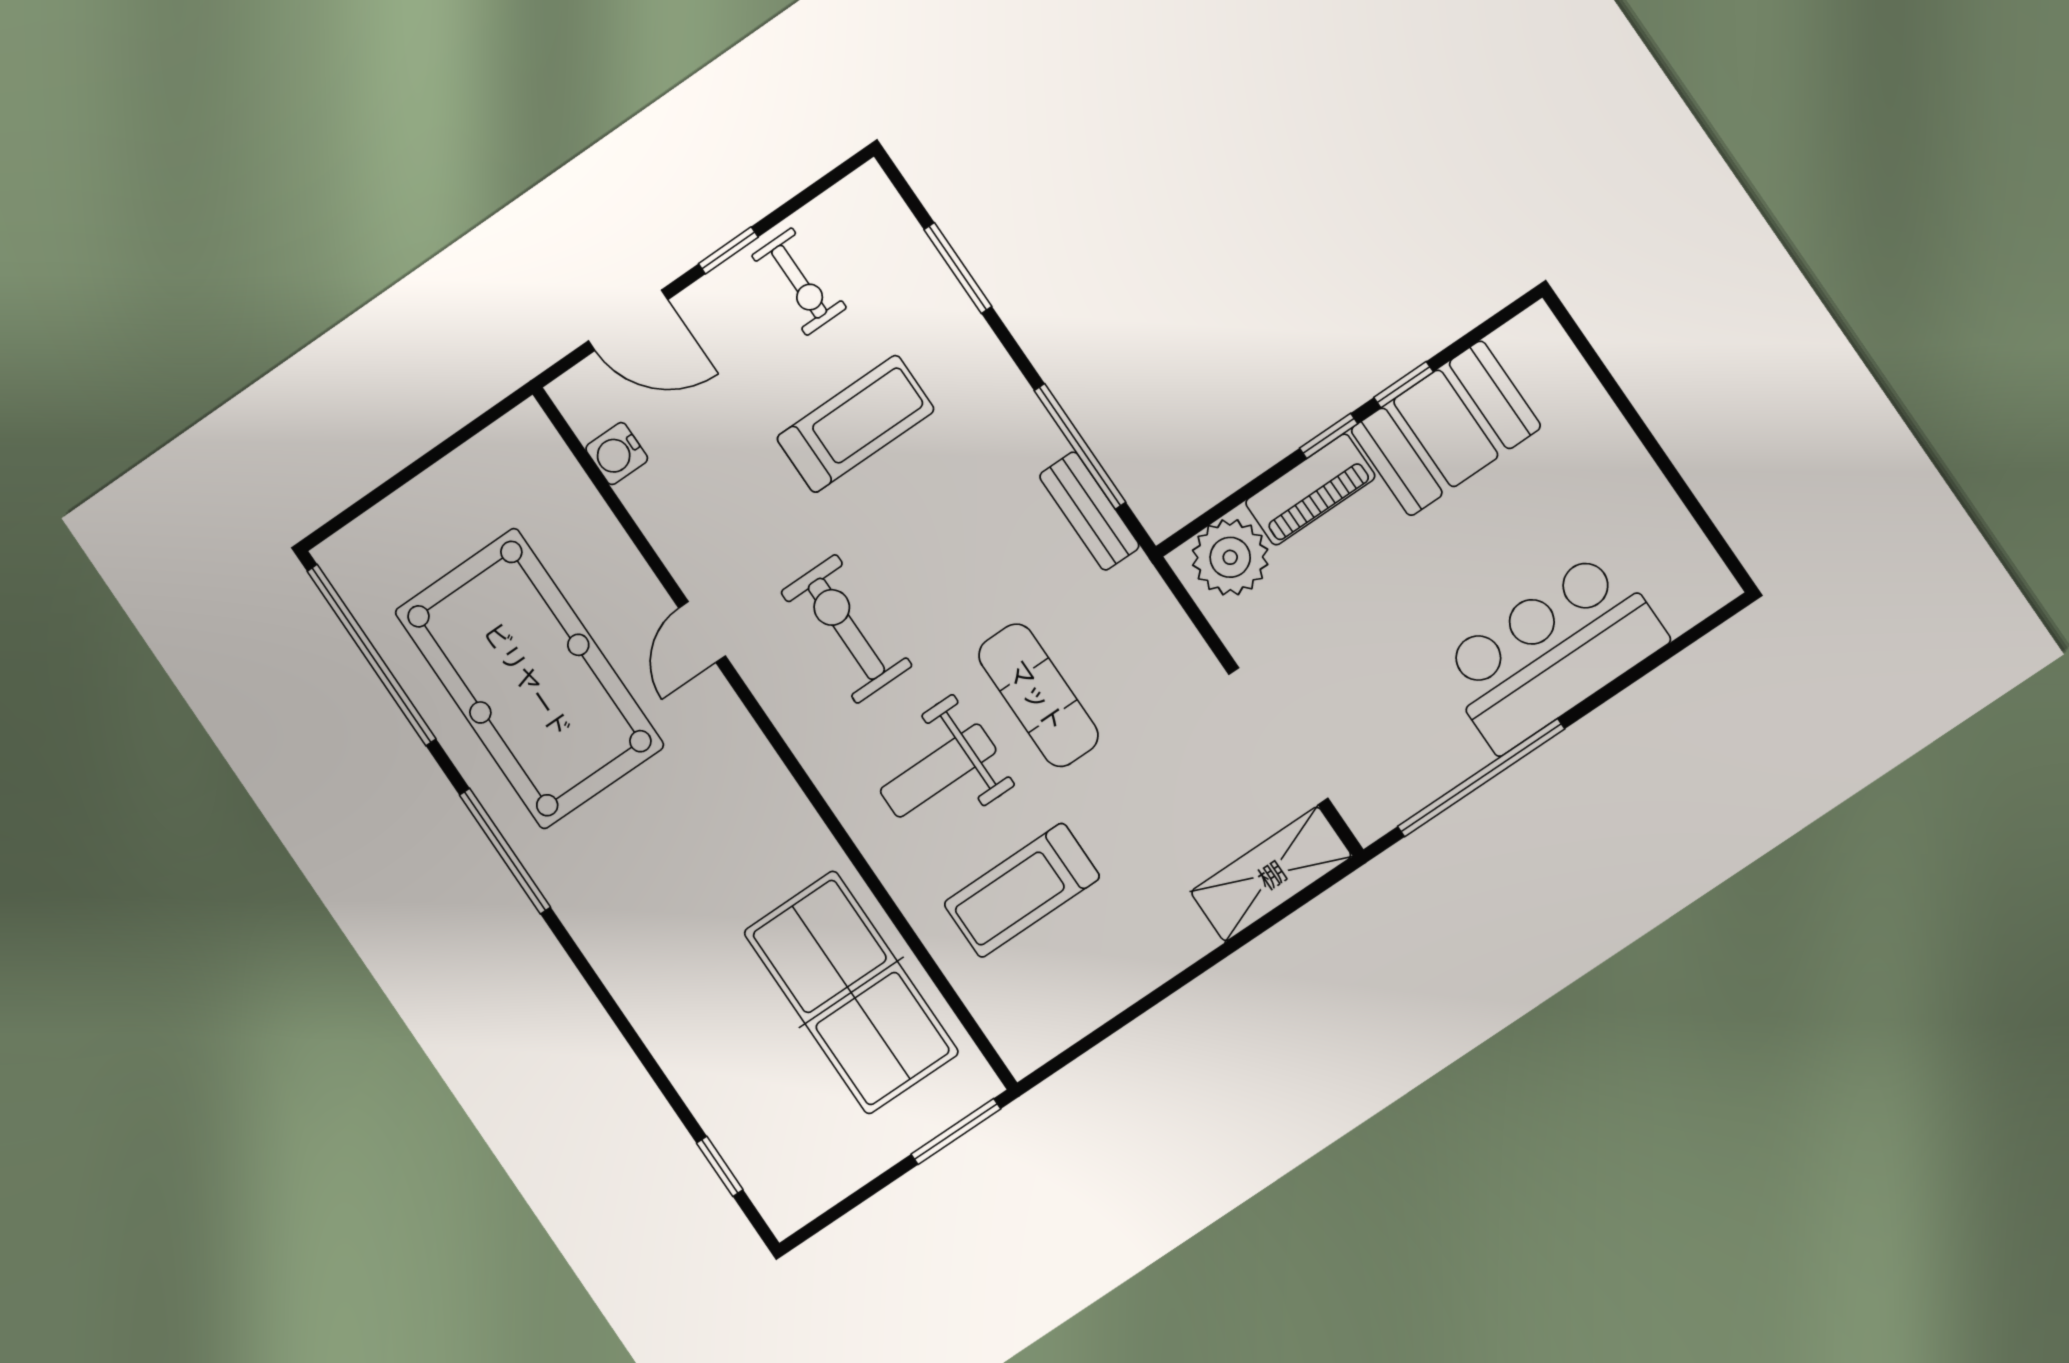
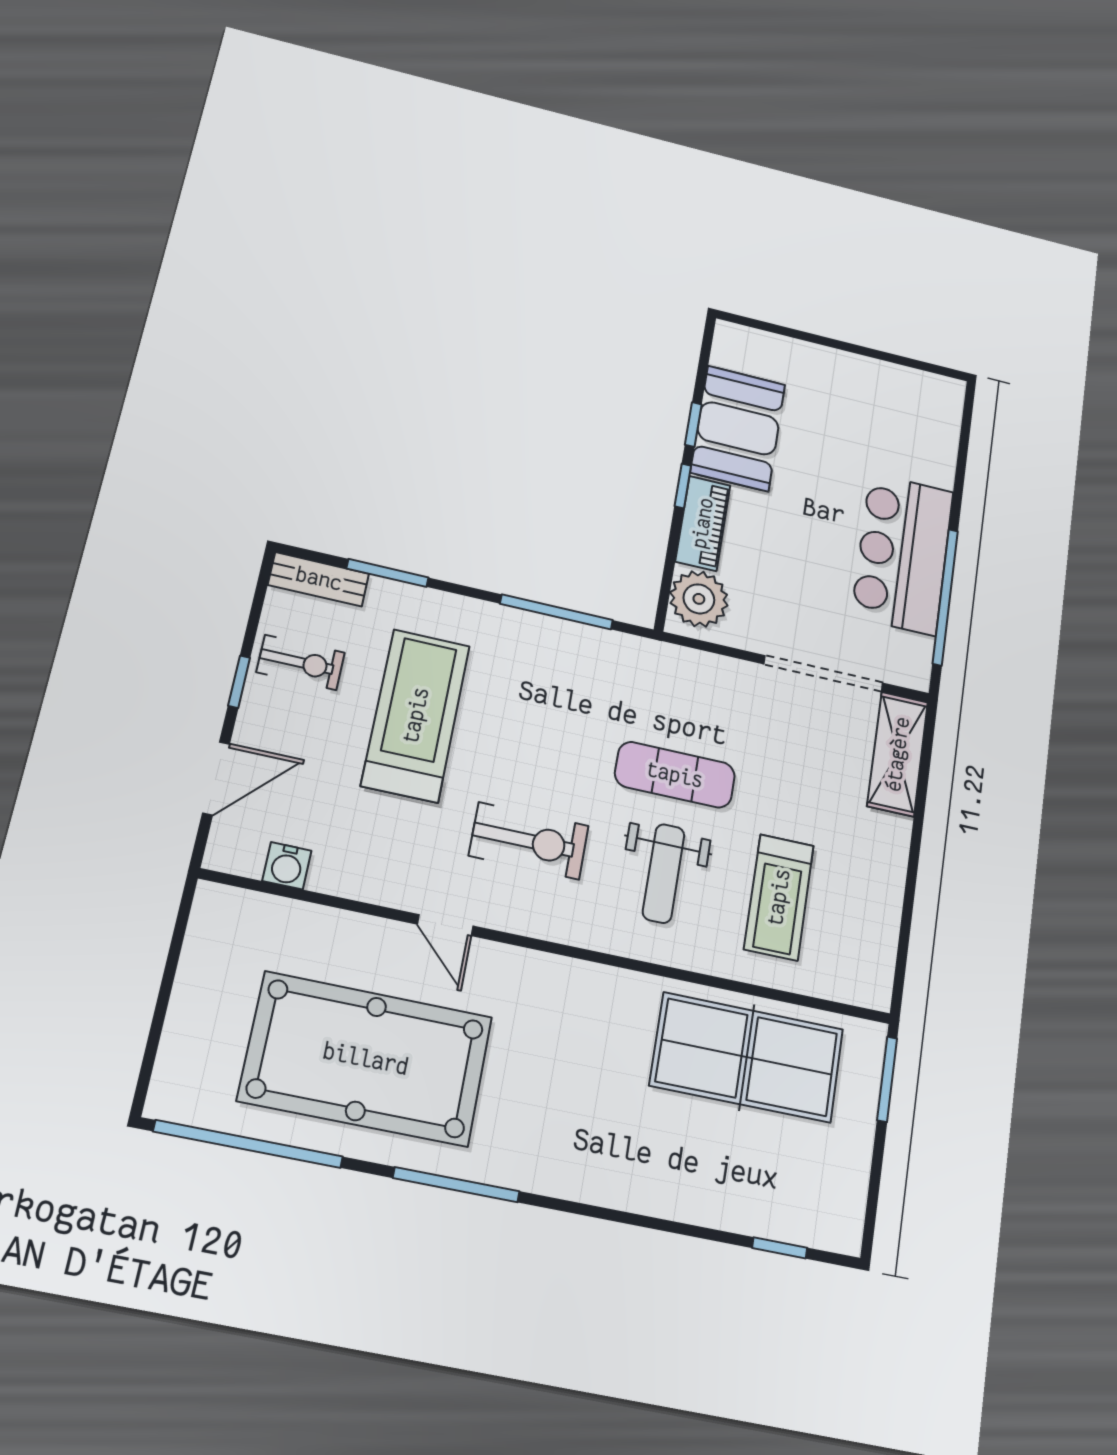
treadmill: (855, 424) -> (416, 715), width x1.37, depth x1.38
bench: (1089, 511) -> (319, 579), moved
exercise bike: (846, 629) -> (529, 841), turned 180
bar counter: (1552, 652) -> (903, 554), moved

